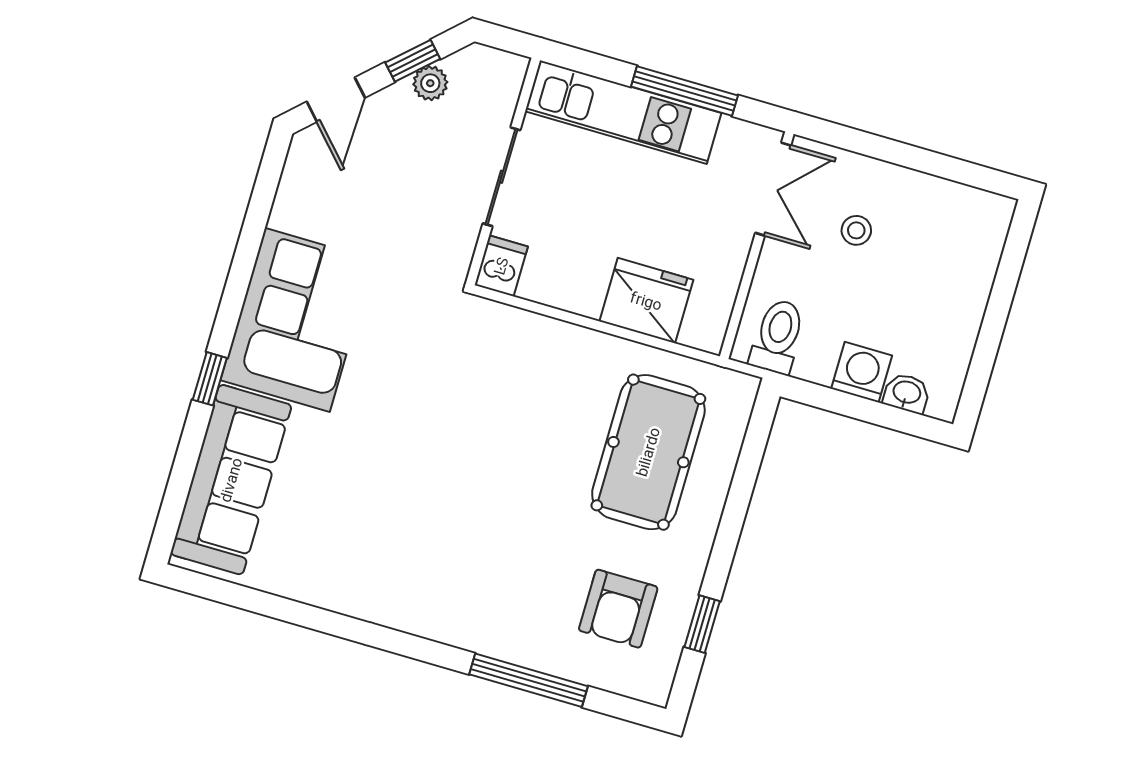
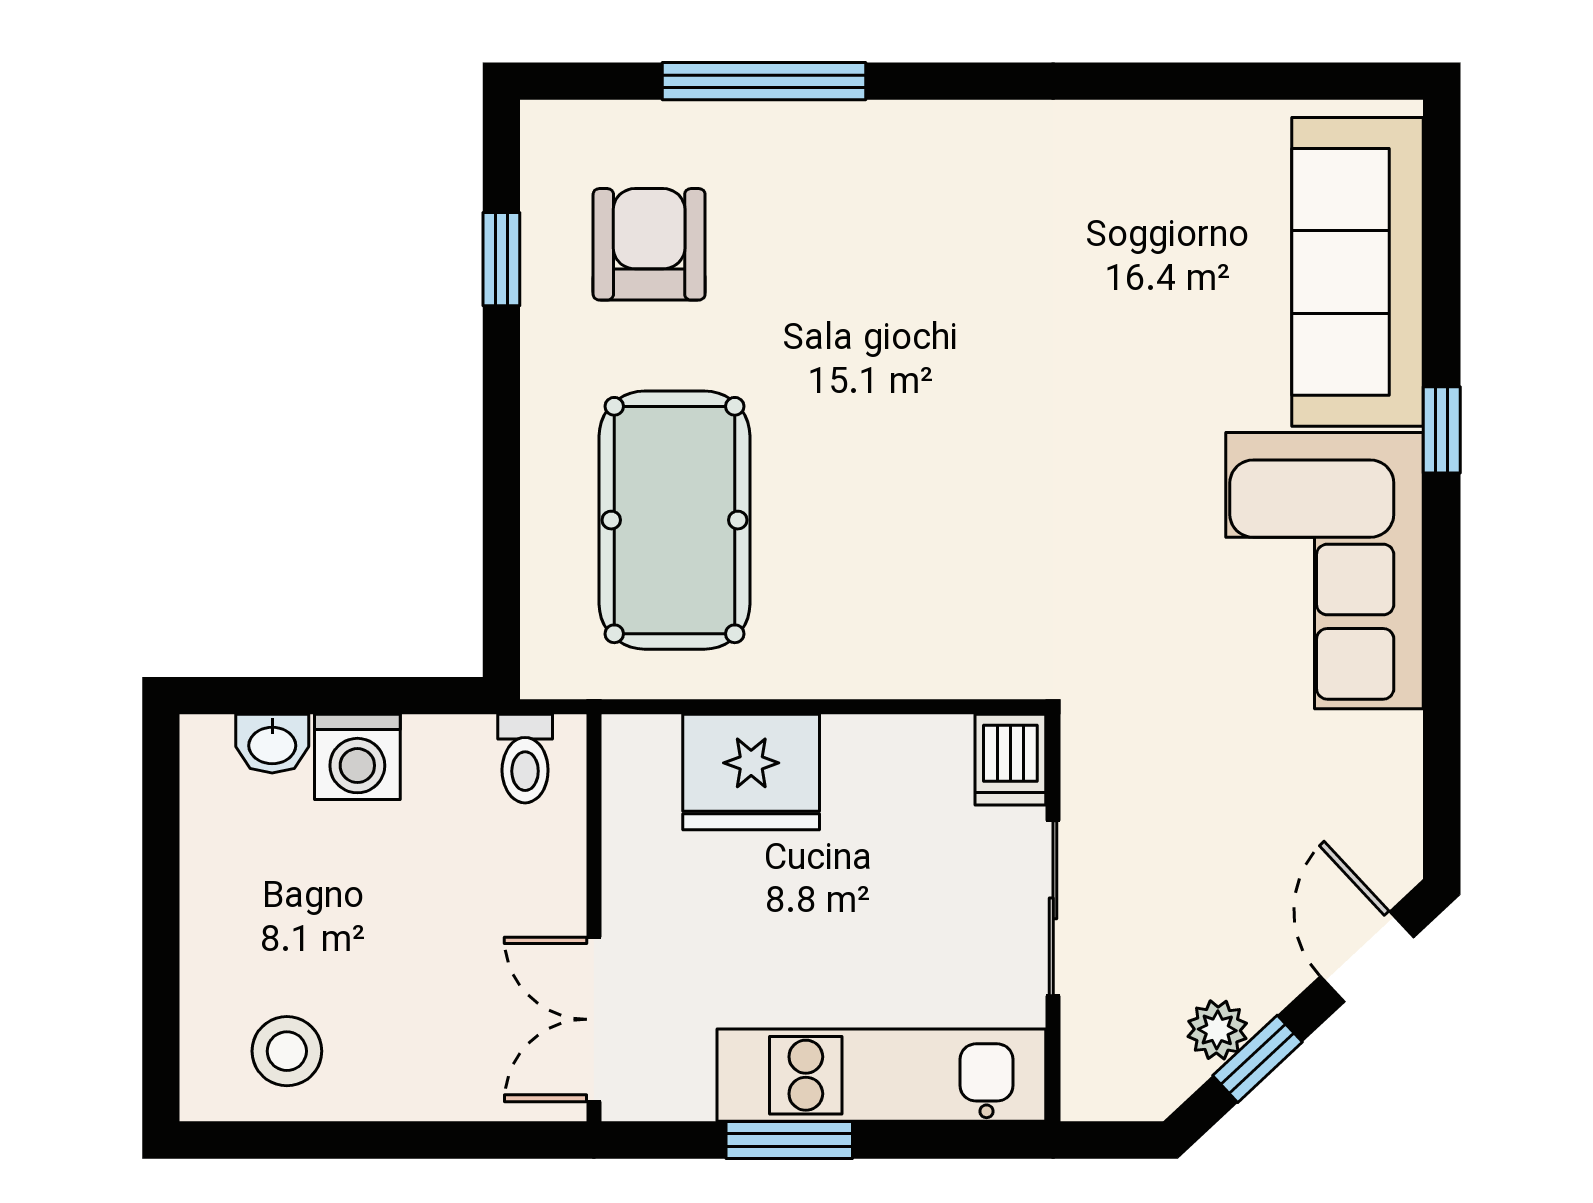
window: (685, 91) -> (789, 1140), width x0.69
stool: (856, 230) -> (287, 1051), moved, width x1.37, depth x1.37
toilet: (778, 336) -> (525, 759), width x0.73, depth x0.72

